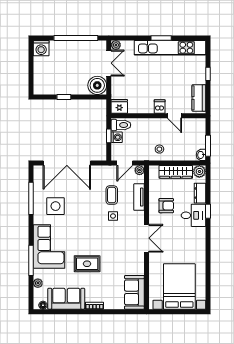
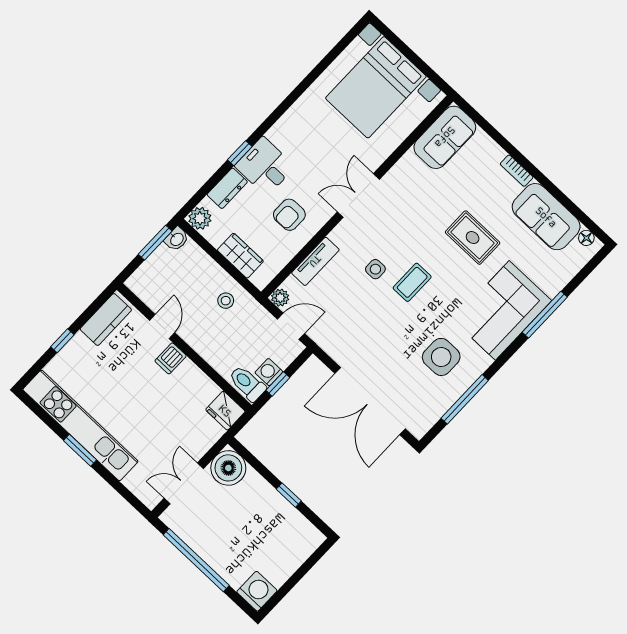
plant: (116, 45) -> (151, 499), removed
double door: (67, 163) -> (370, 401), swing flipped
wardrobe: (176, 172) -> (240, 256), width x0.67
coffee table: (112, 195) -> (412, 282), moved
armchair: (166, 206) -> (289, 215), turned -90
plant: (38, 283) -> (565, 275), removed

